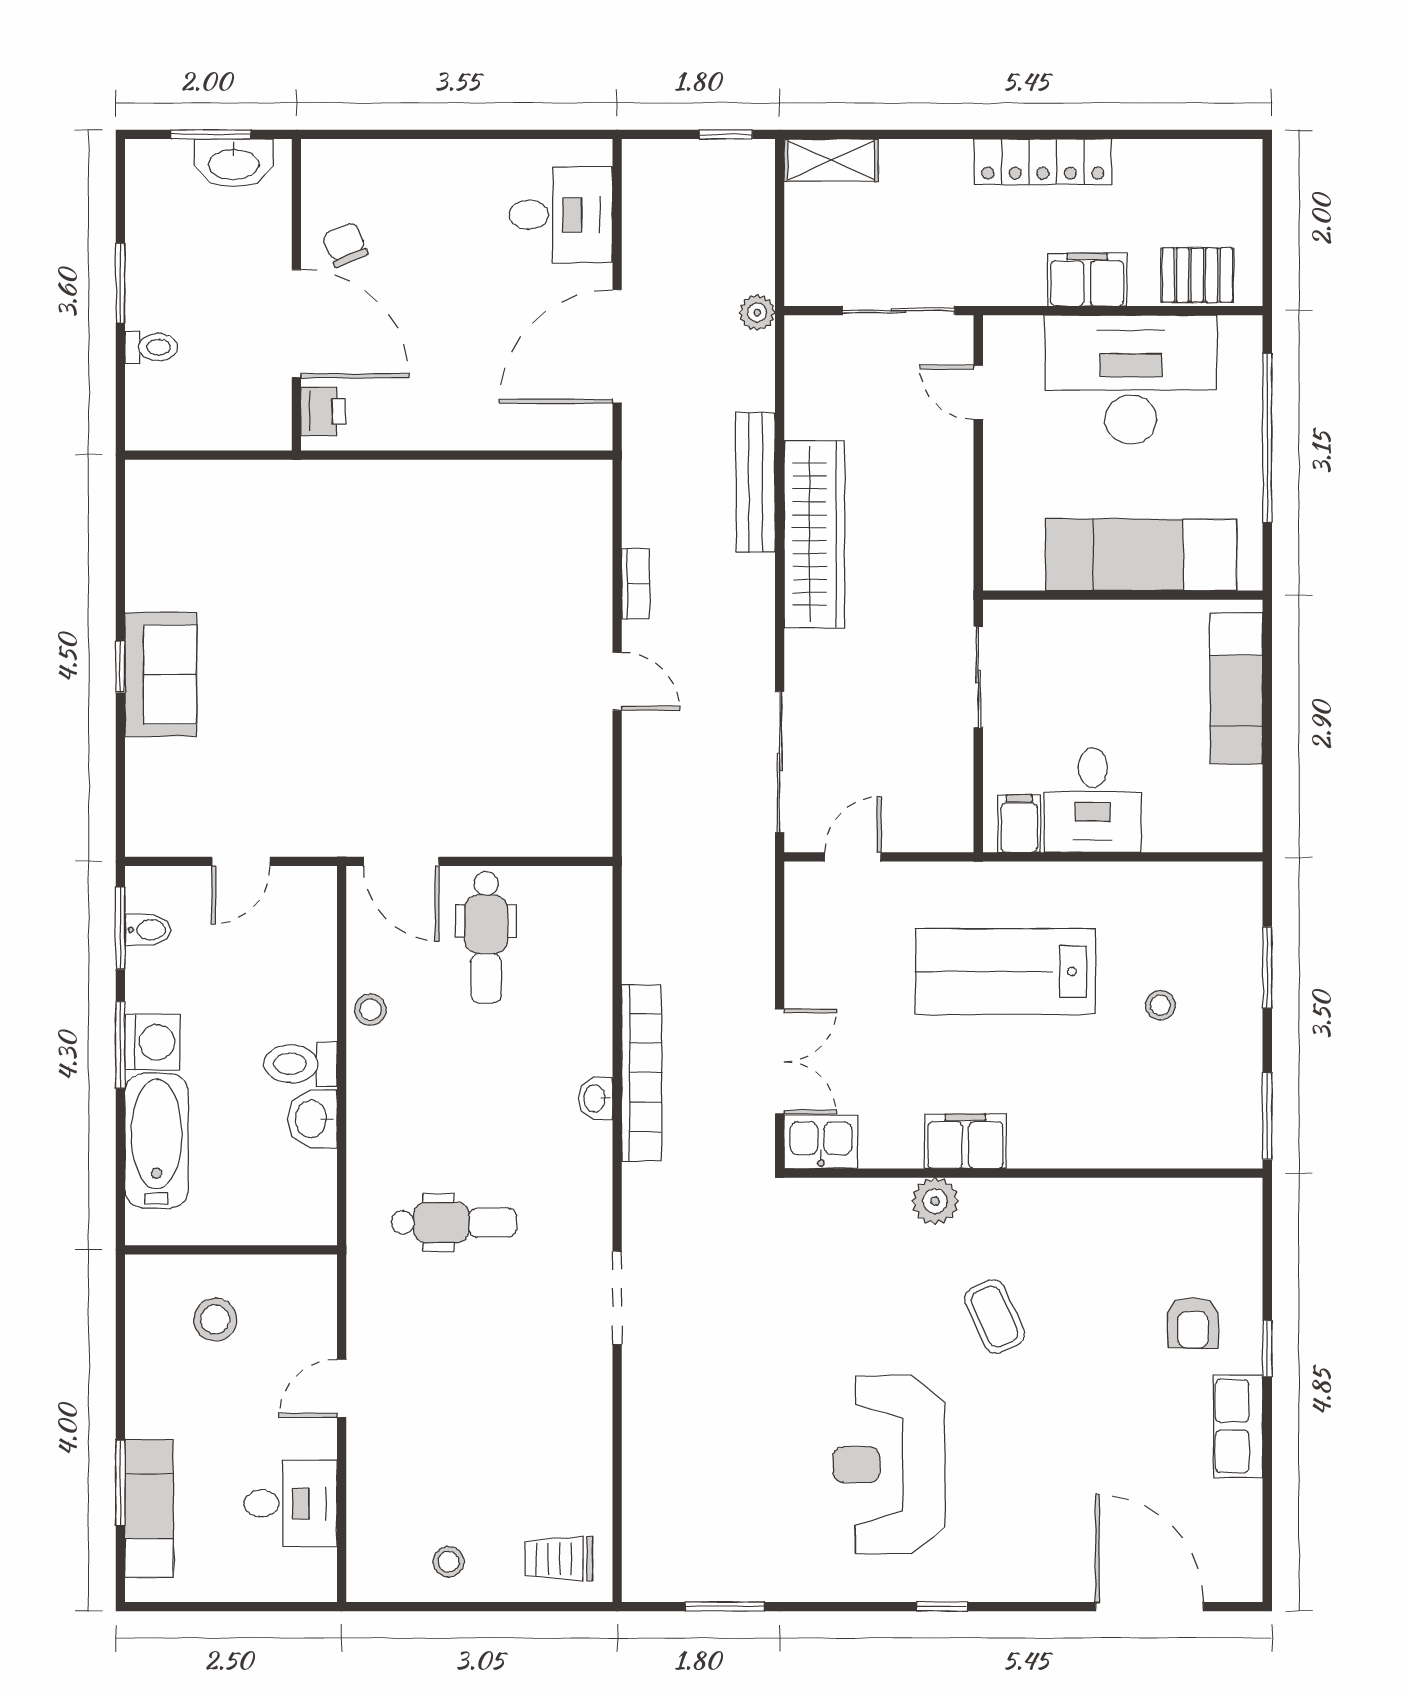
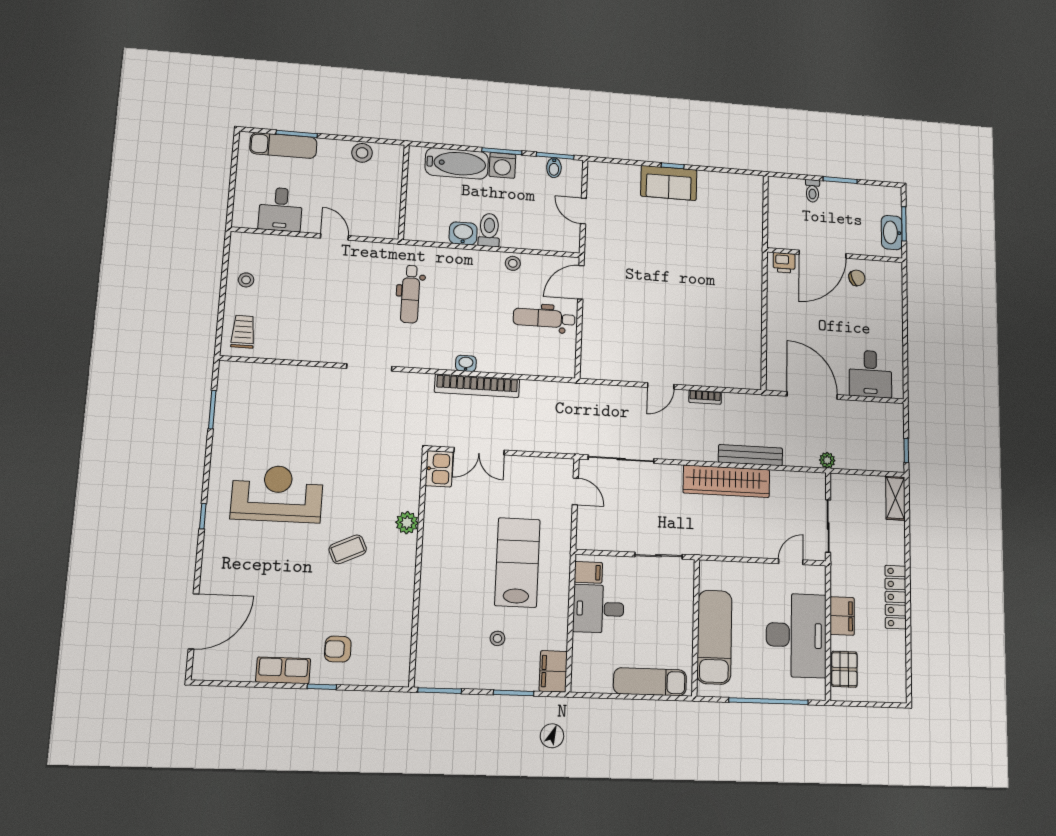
filing cabinet: (965, 1141) -> (553, 671), moved, turned 180
stool: (215, 1319) -> (362, 153), moved

